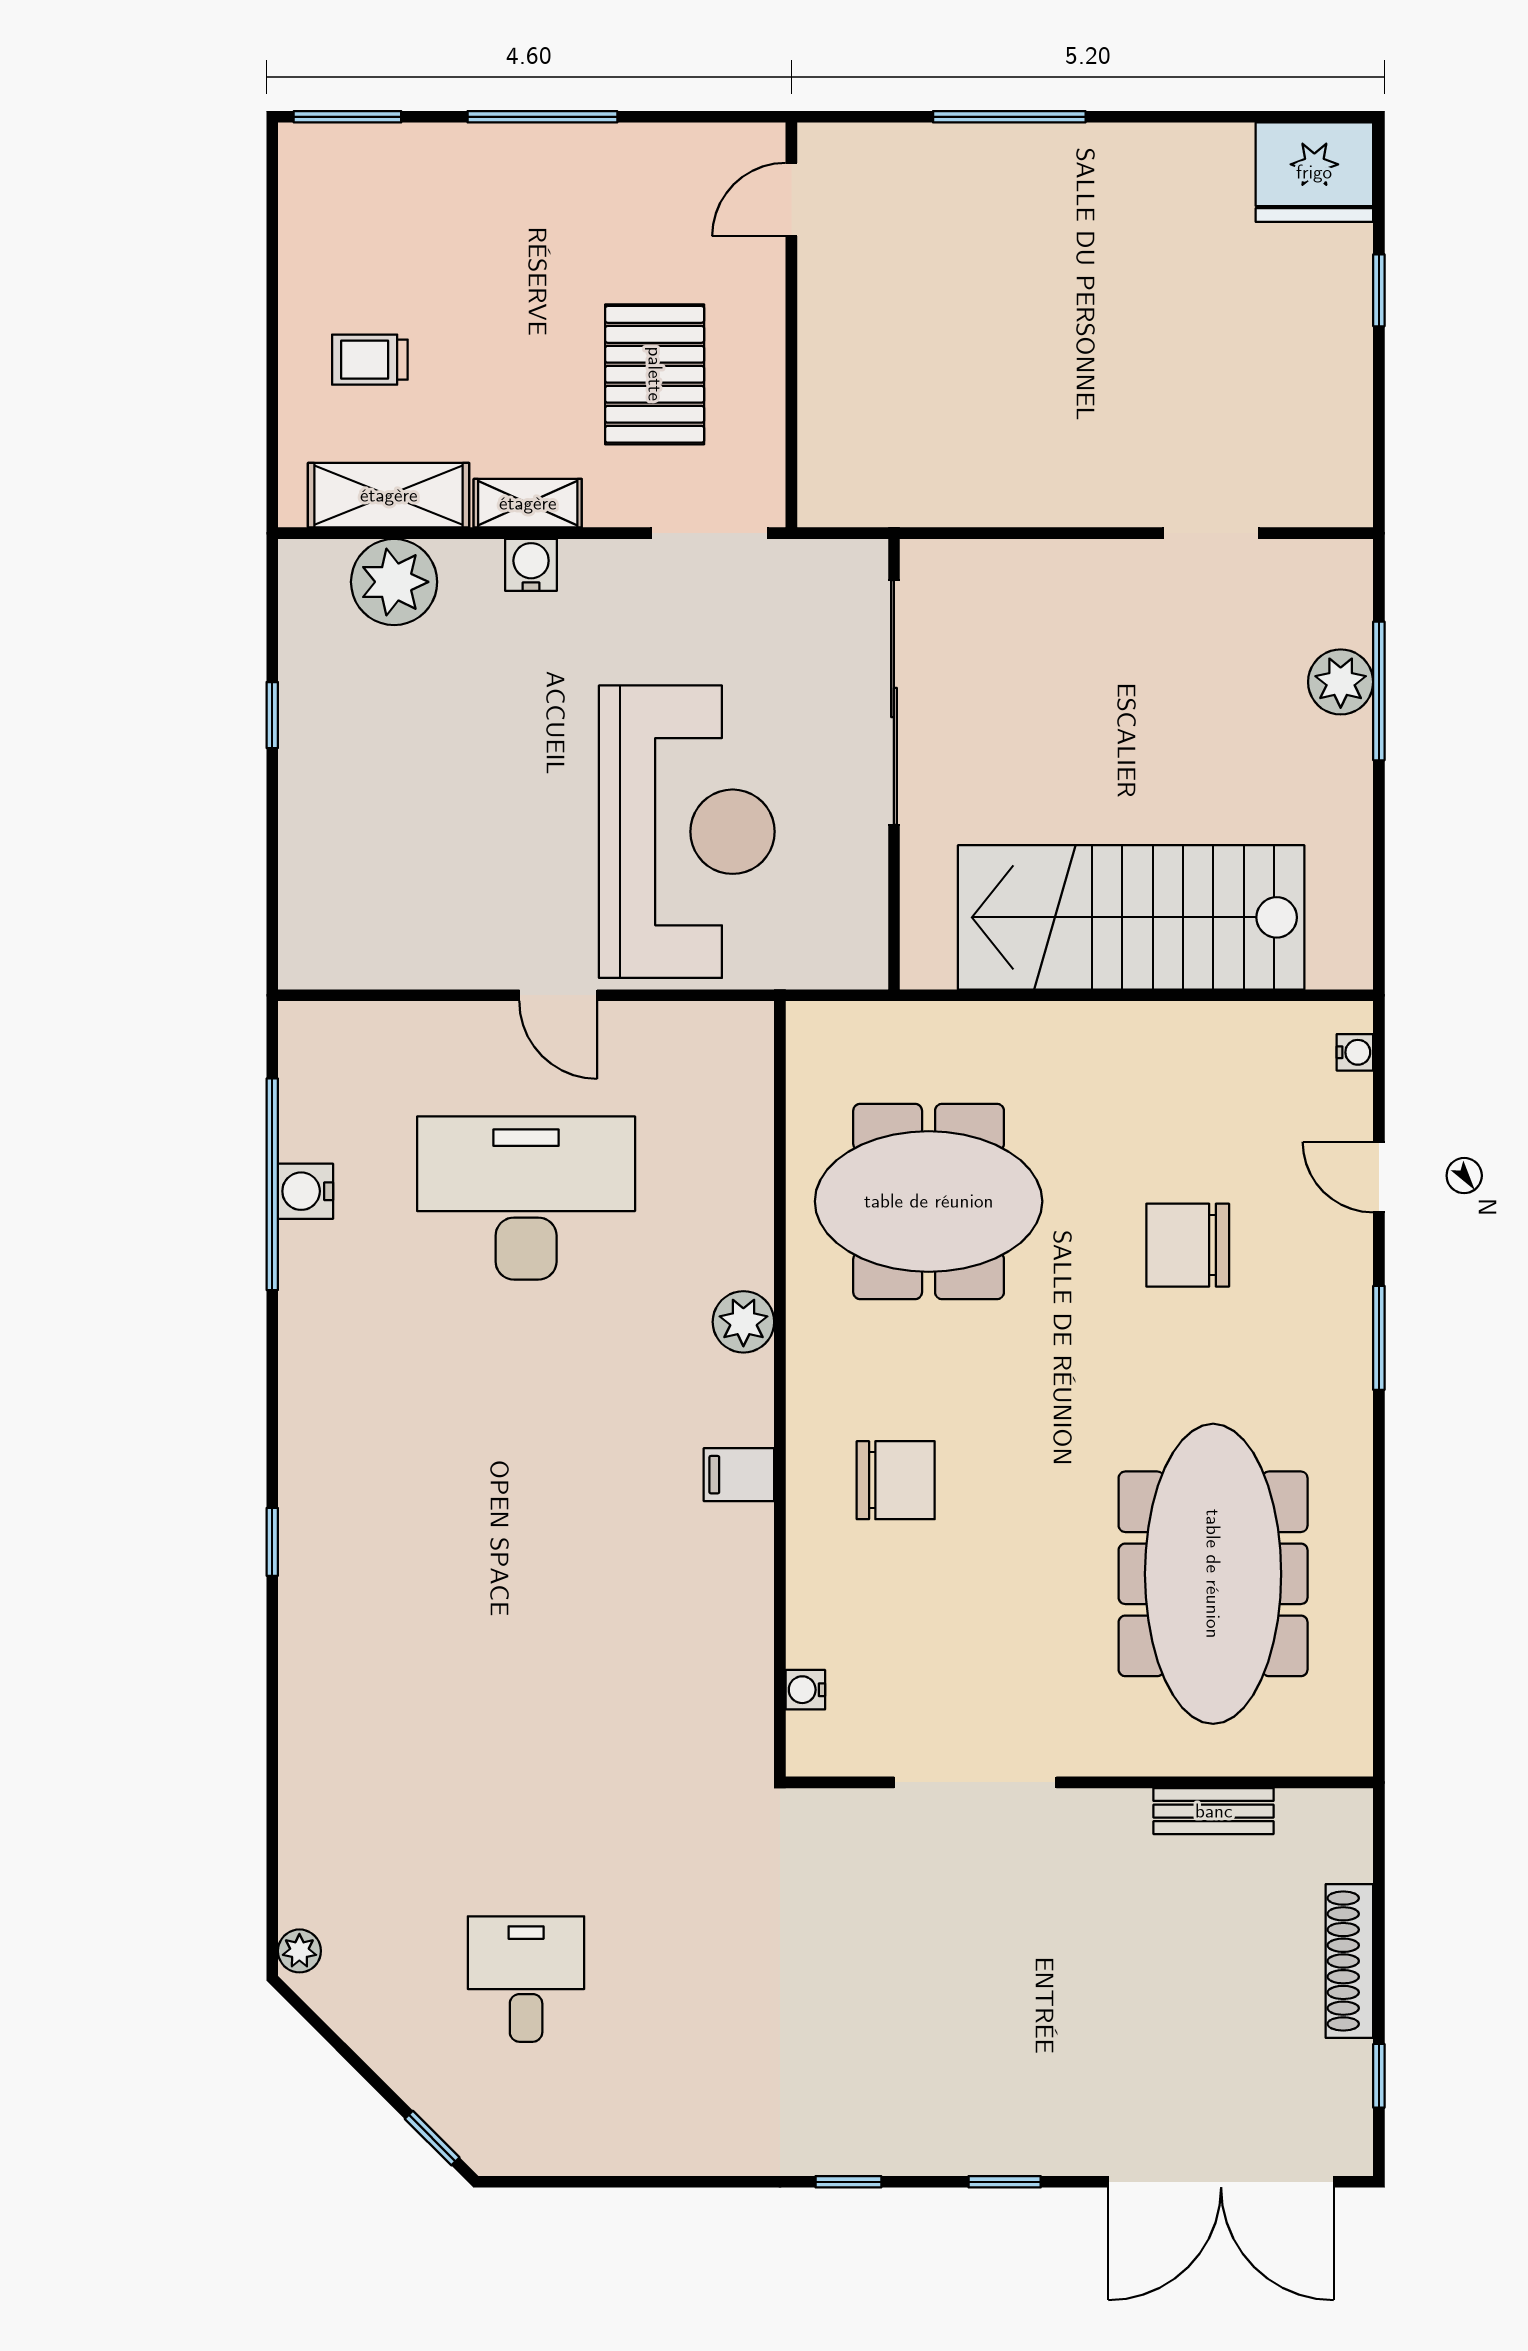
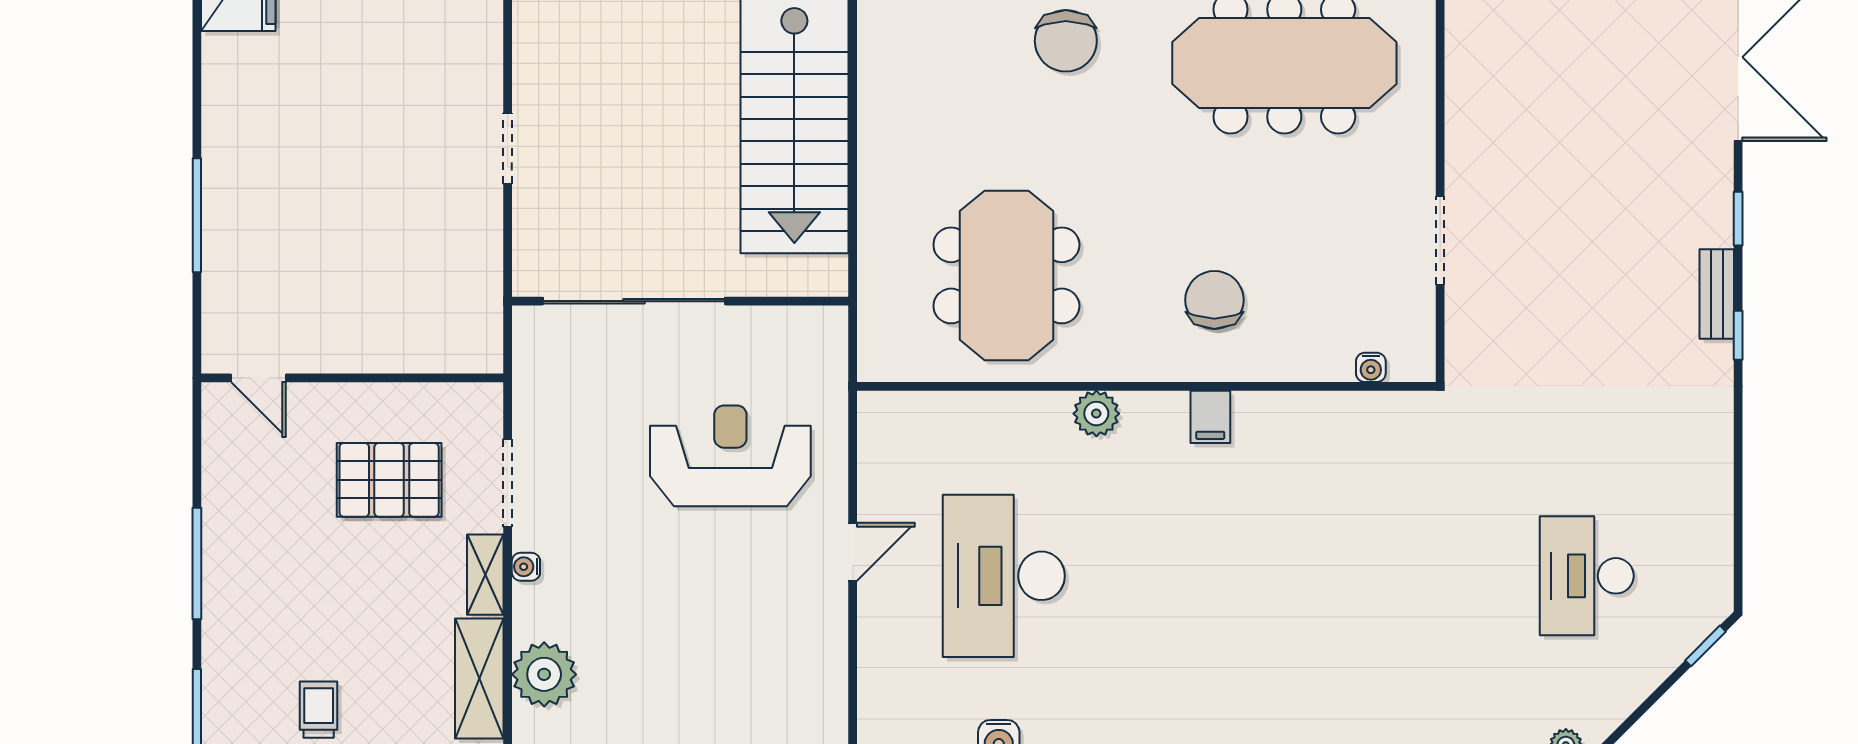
trolley: (370, 360) -> (319, 710), moved, turned 180
doorway: (710, 533) -> (508, 483), moved
doorway: (1211, 533) -> (508, 149), moved
water cooler: (531, 565) -> (526, 567), width x0.72, depth x0.72
reception desk: (687, 832) -> (730, 456), width x0.74, depth x0.77
chair: (1188, 1245) -> (1066, 41), moved
doorway: (975, 1782) -> (1440, 241), width x0.73
bench: (1214, 1811) -> (1717, 294), moved
desk: (526, 1979) -> (1587, 576), width x1.37

